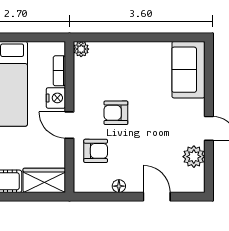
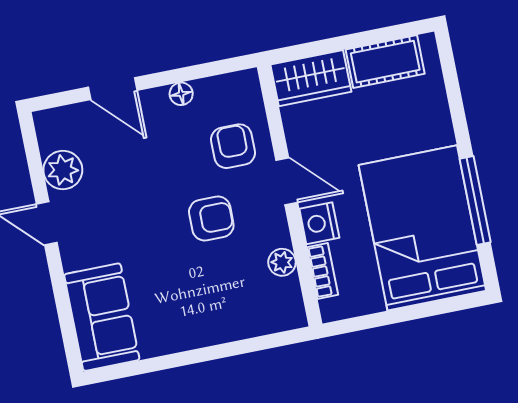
plant: (81, 49) -> (282, 262), moved
armchair: (96, 151) -> (233, 146), turned 90

